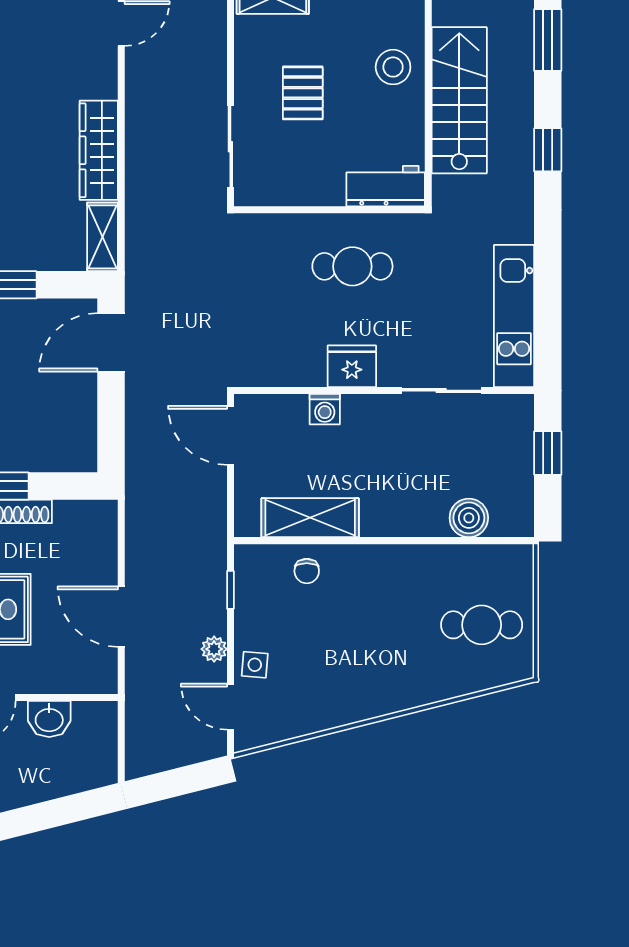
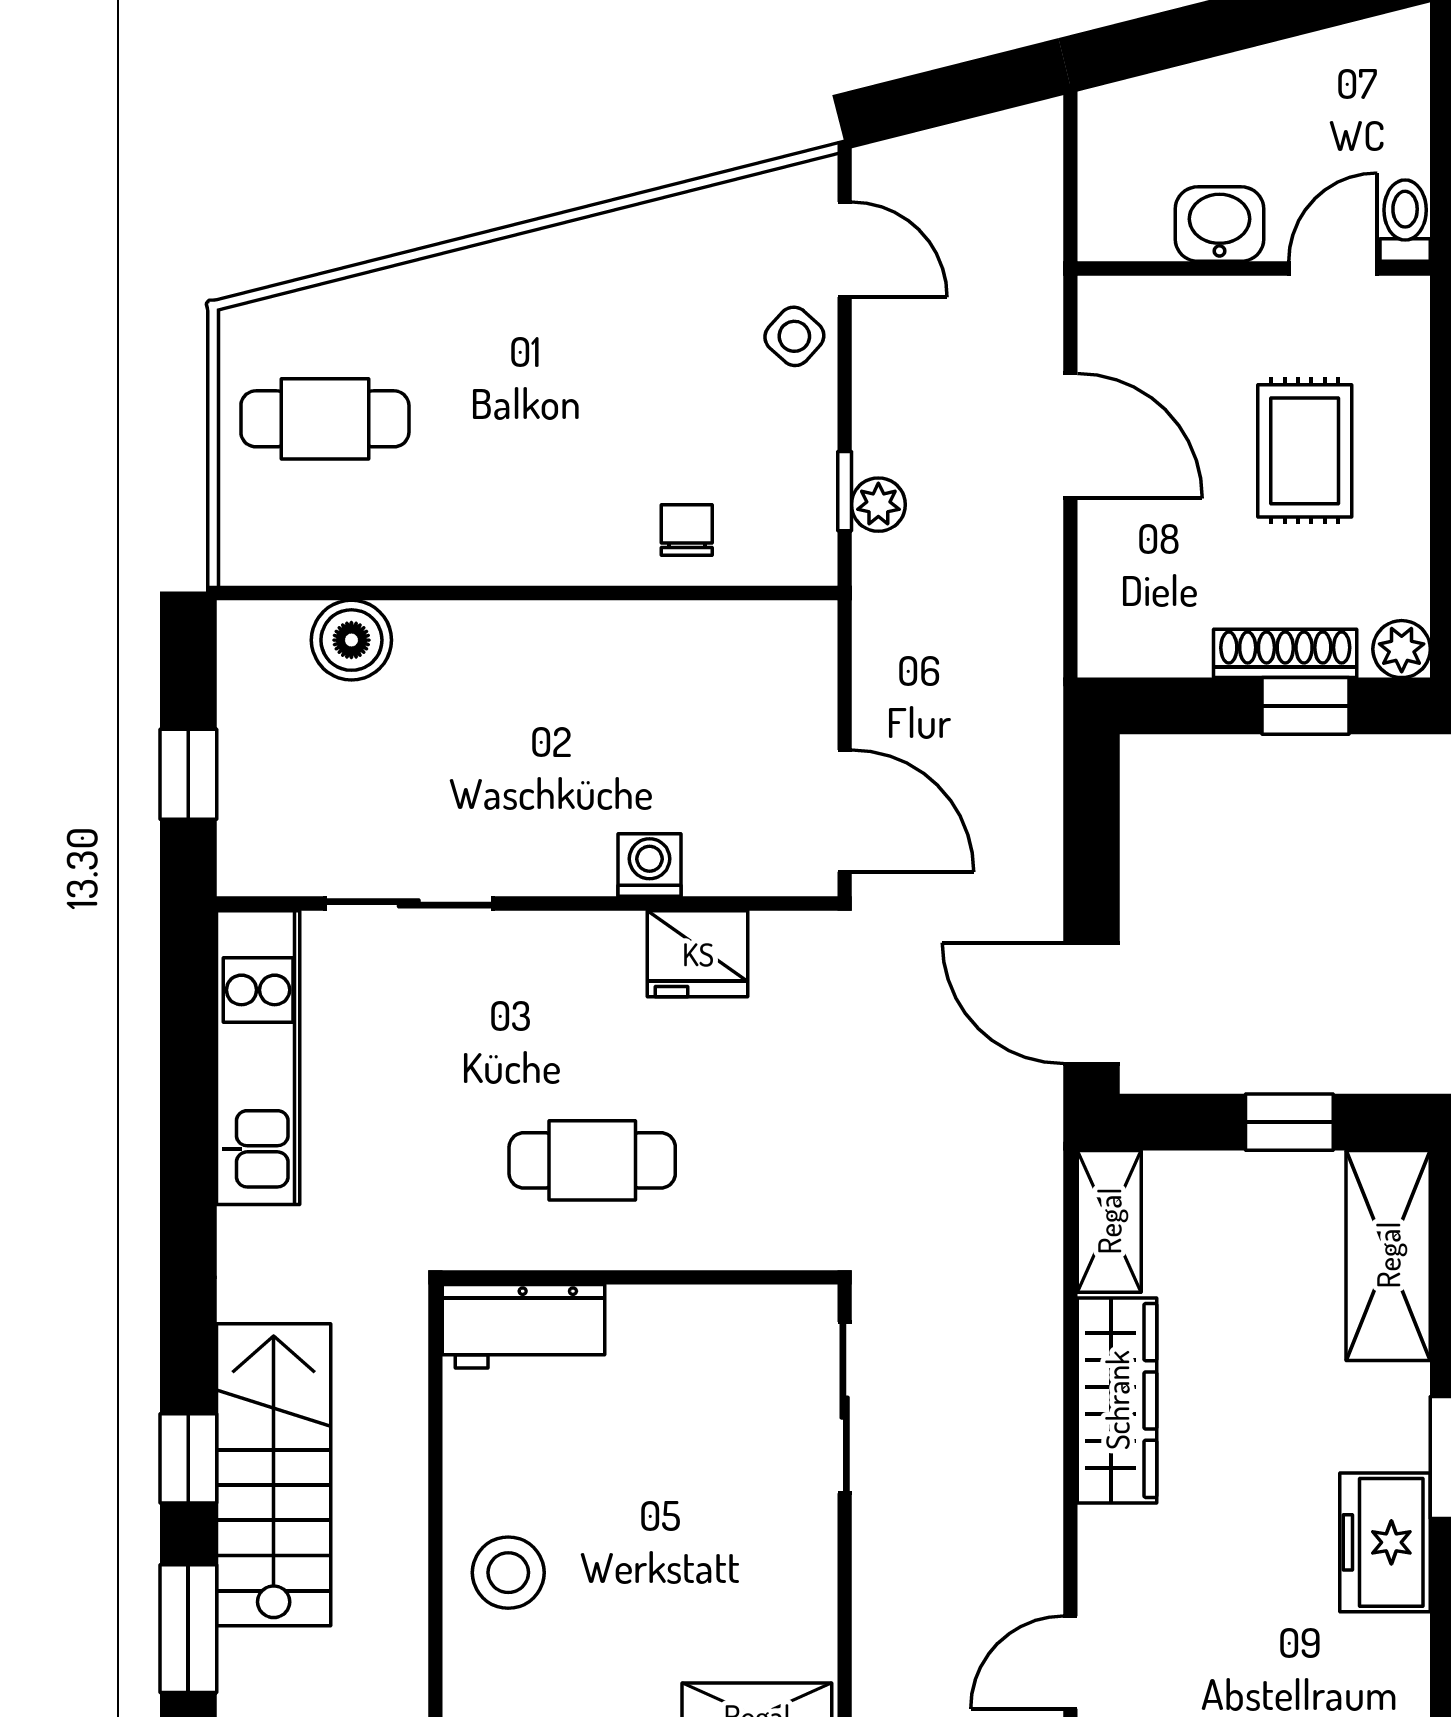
pallet: (303, 93) -> (695, 1519), removed
stairs: (459, 100) -> (274, 1475), moved, turned 180
window: (548, 150) -> (188, 1458), moved
door: (111, 342) -> (1092, 1003), swing flipped
fridge: (352, 366) -> (698, 954), moved
shelving: (310, 518) -> (680, 640), removed
plant: (214, 649) -> (878, 505), moved
side table: (255, 665) -> (794, 336), turned 37

